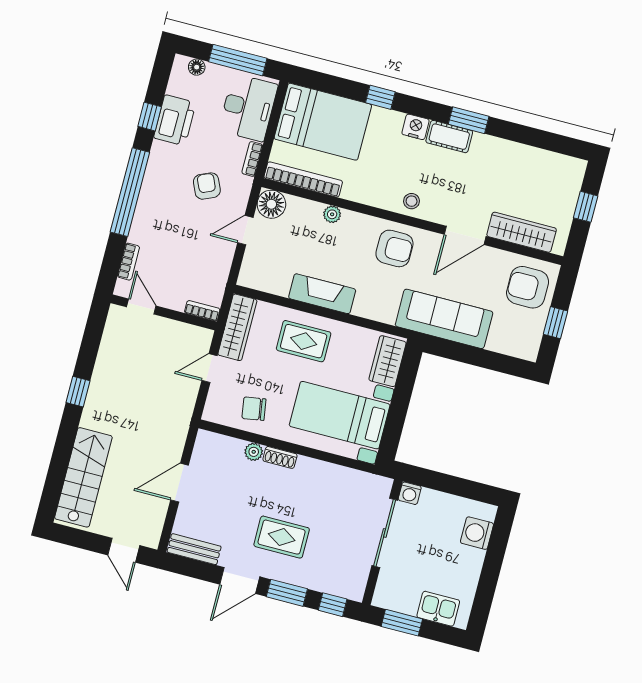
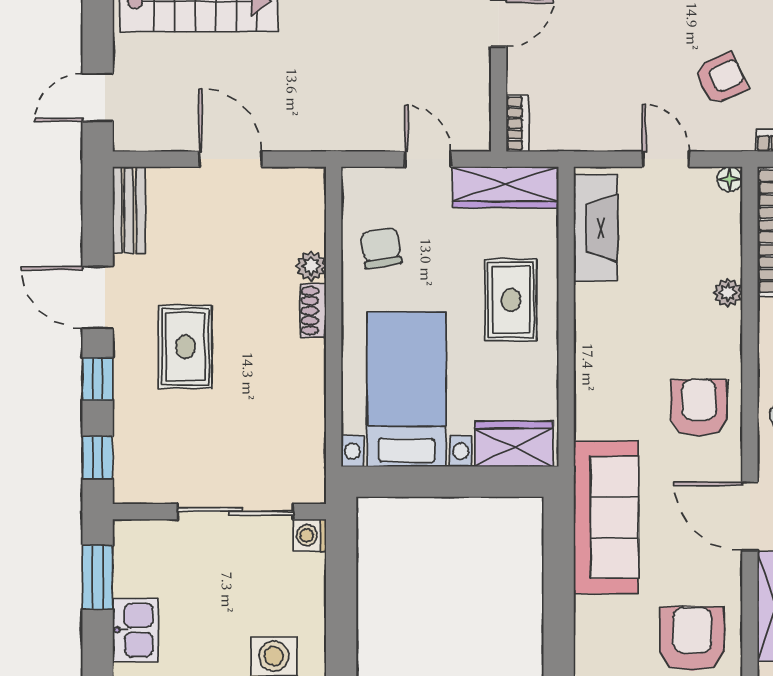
floor lamp: (271, 204) -> (730, 179), width x0.53, depth x0.53
armchair: (394, 248) -> (699, 408), turned 180
fireplace: (322, 294) -> (595, 228), moved
window: (287, 593) -> (98, 379), width x0.67

